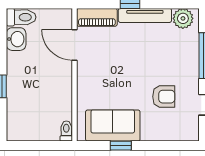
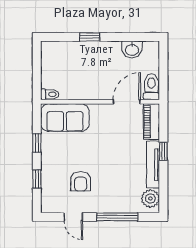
toilet: (21, 17) -> (151, 87), moved, turned 180
sofa: (113, 126) -> (65, 118), moved, turned 90
window: (161, 146) -> (37, 179), added

